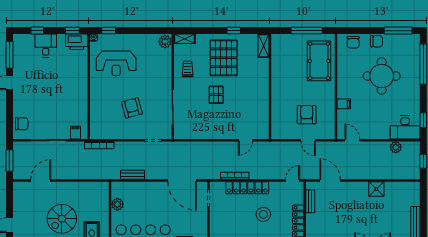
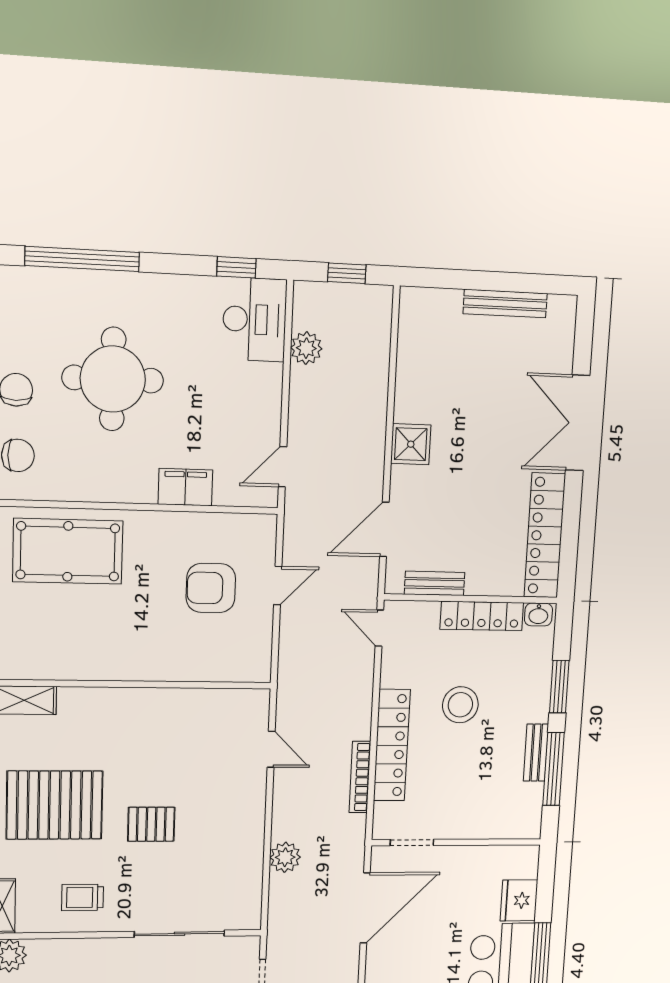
filing cabinet: (344, 104) -> (185, 487), width x2.00
plant: (203, 147) -> (285, 857), added
shower: (376, 189) -> (411, 444), moved

